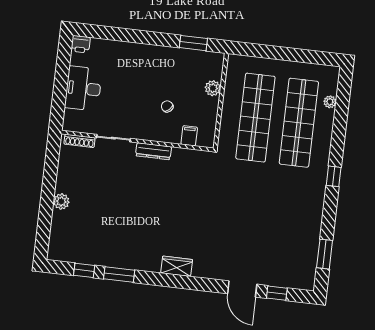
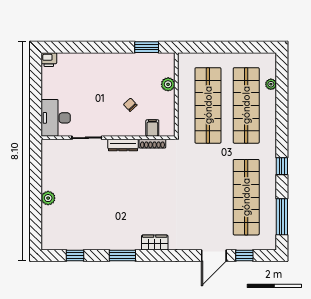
desk: (83, 88) -> (56, 118), moved
shoe rack: (80, 141) -> (152, 144), moved
window: (334, 176) -> (282, 166), moved
shop shelf: (287, 227) -> (246, 197), added
window: (325, 254) -> (282, 217), width x1.44
window: (119, 275) -> (122, 255), moved
door: (242, 289) -> (214, 255), hinge flipped

